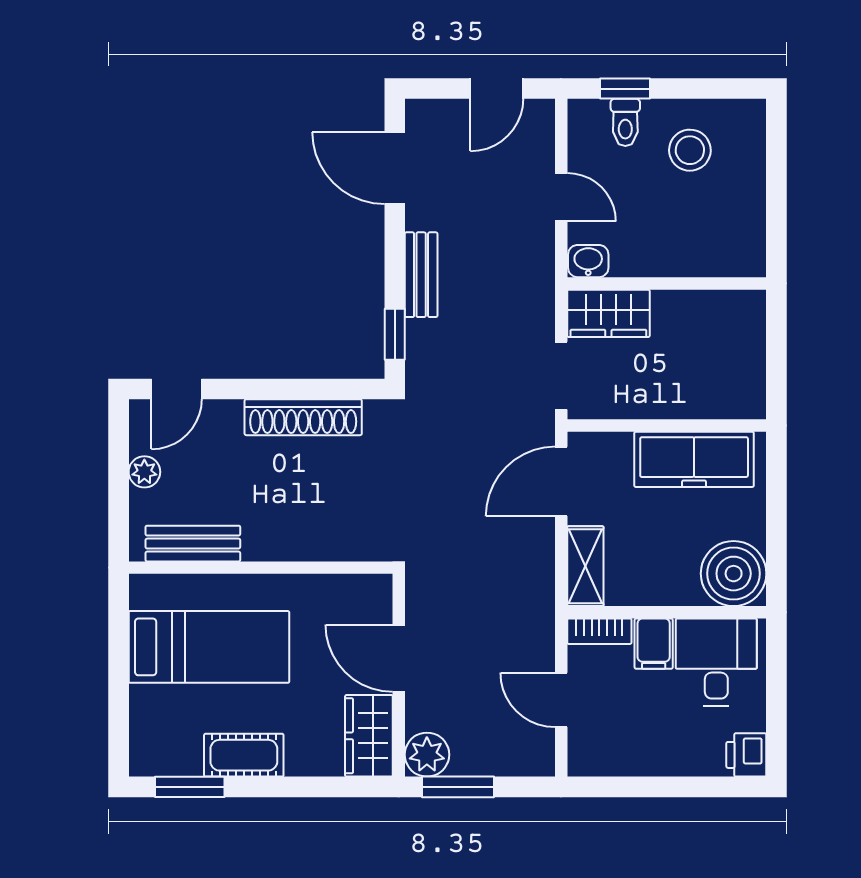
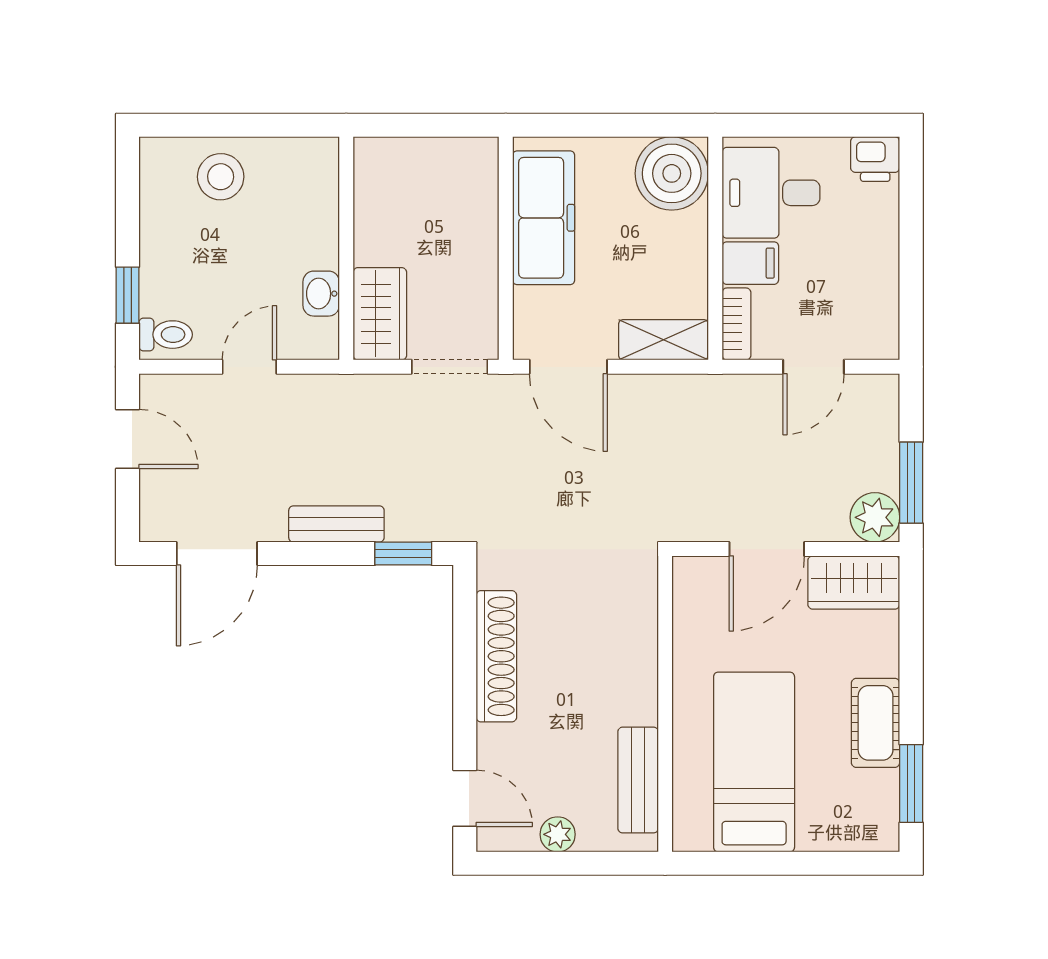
toilet: (625, 122) -> (166, 335), moved
stool: (690, 150) -> (221, 177), moved
washbasin: (588, 261) -> (321, 294), moved

